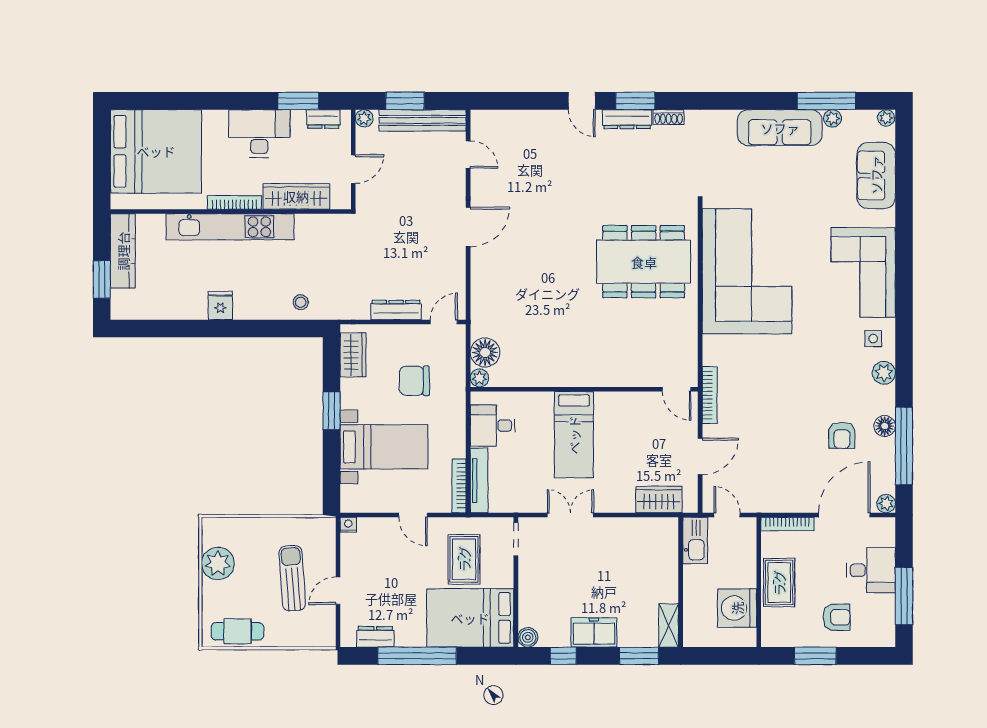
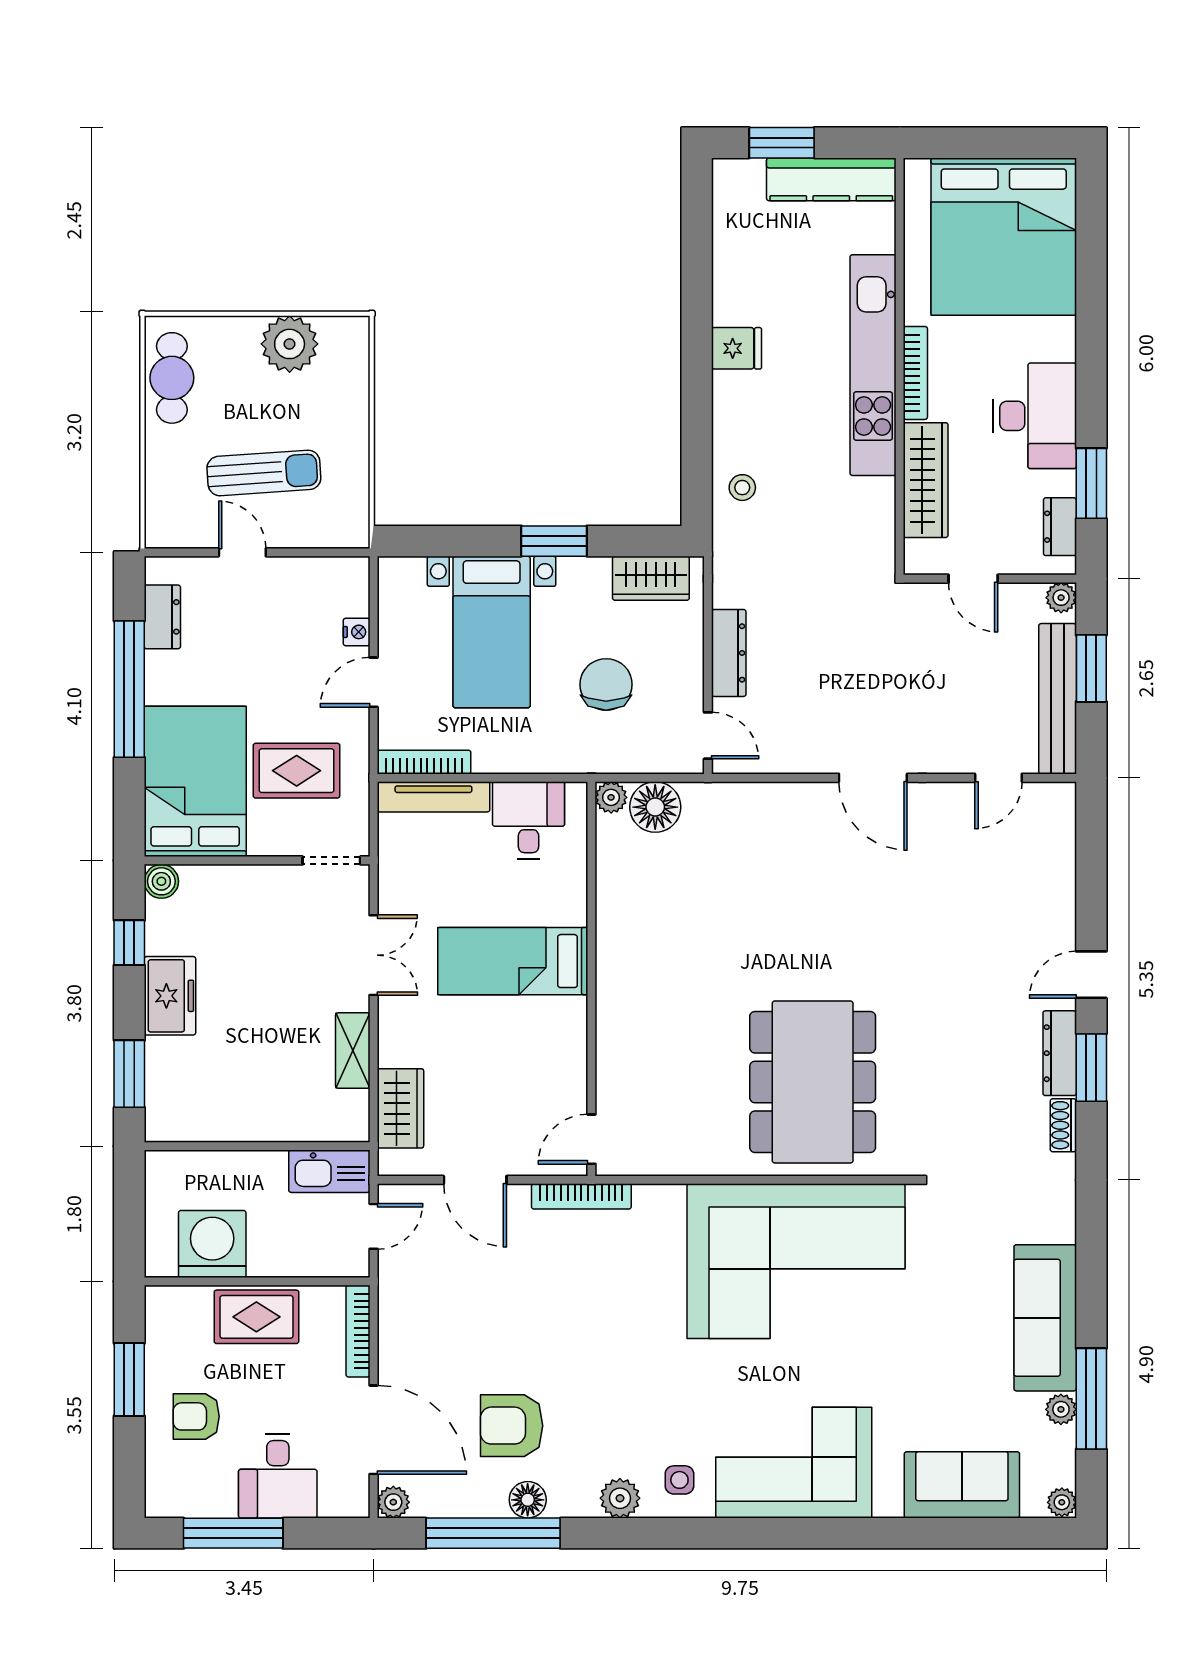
armchair: (842, 435) -> (512, 1426), width x1.38, depth x1.38
nightstand: (348, 525) -> (357, 632), moved
armchair: (837, 617) -> (196, 1416), turned 90
shelving: (669, 625) -> (353, 1051), moved, turned 90

